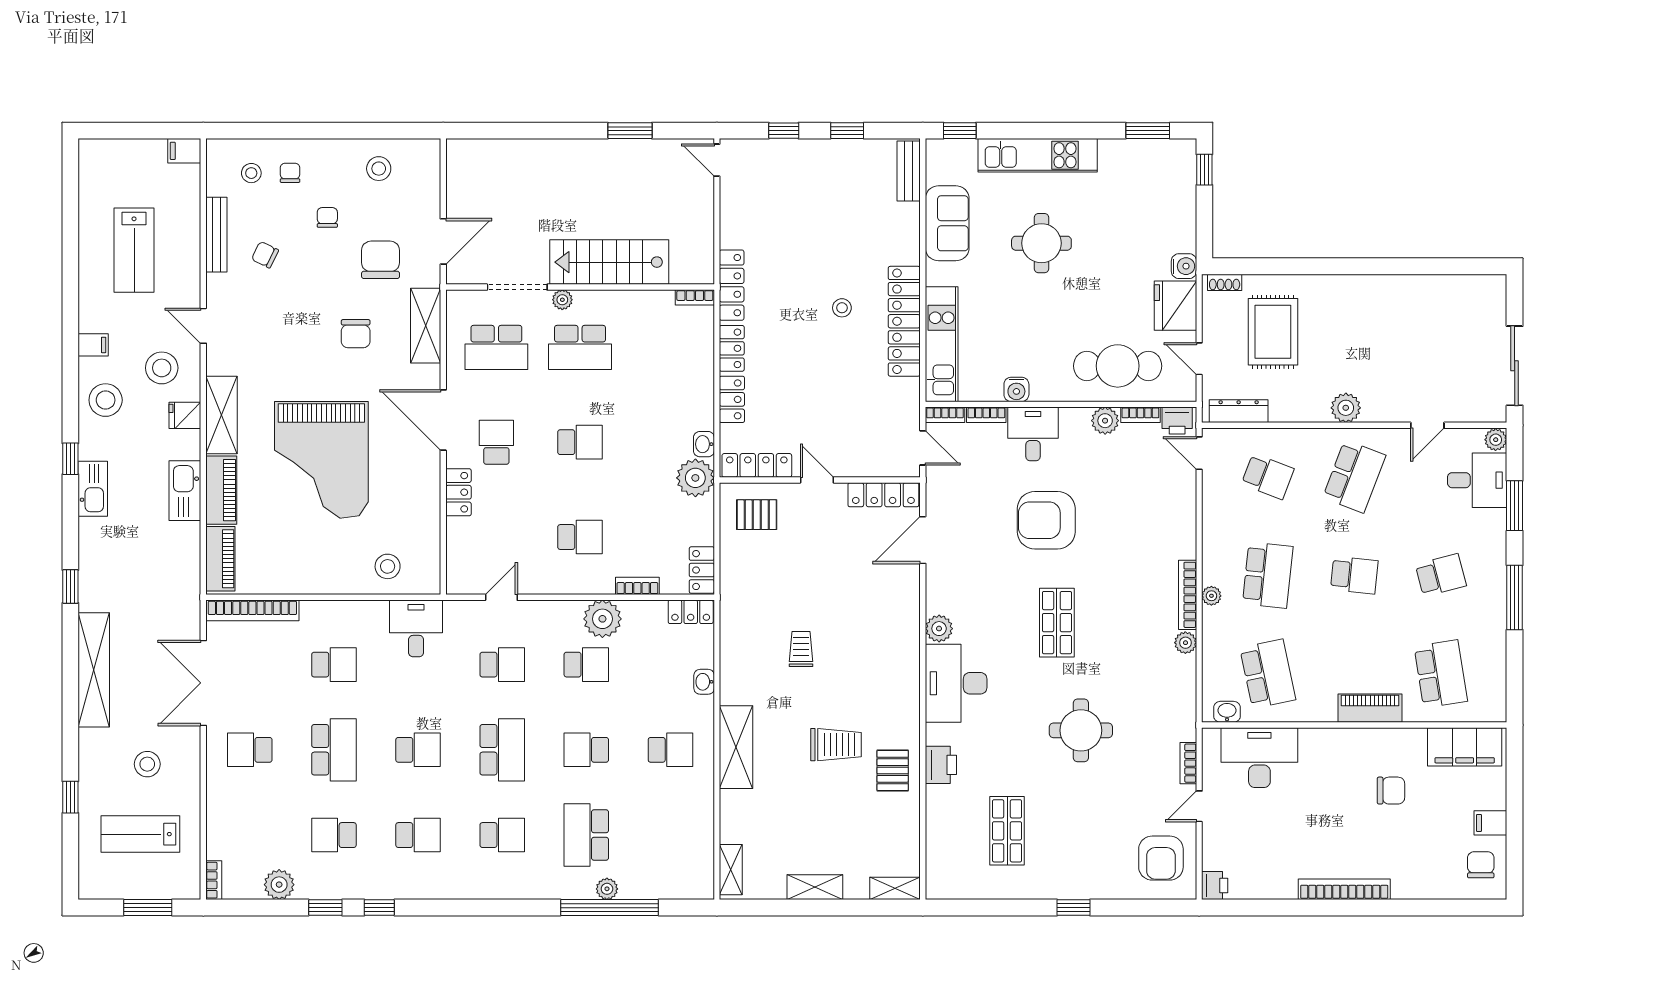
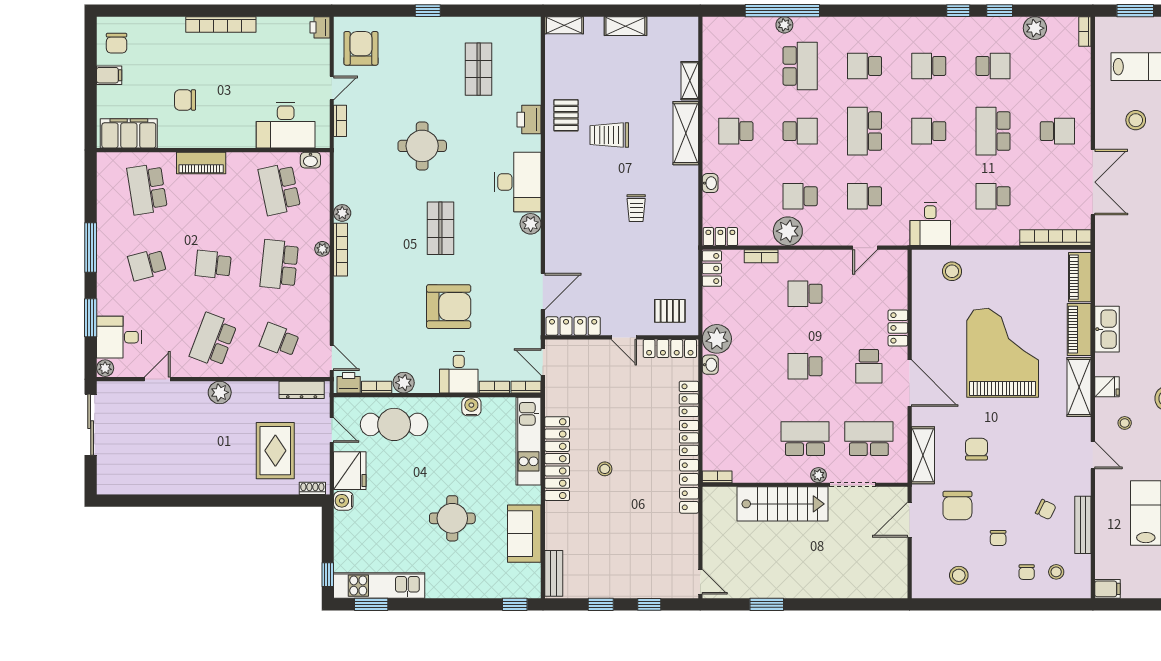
kitchen unit: (1038, 155) -> (379, 586), moved
stool: (162, 368) -> (1125, 423), width x0.53, depth x0.53
shelving: (731, 870) -> (690, 81), moved

